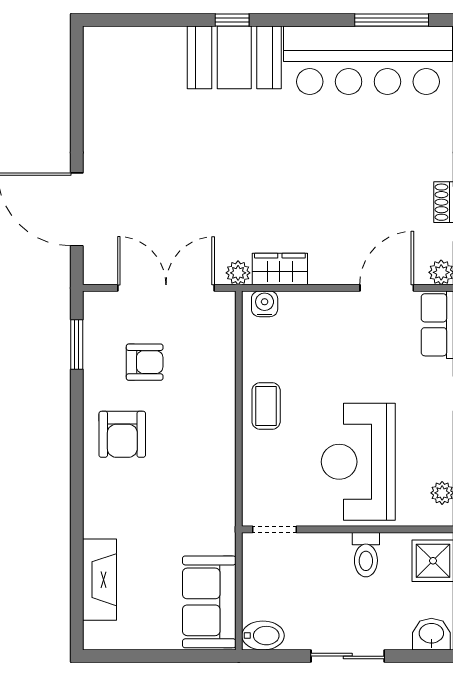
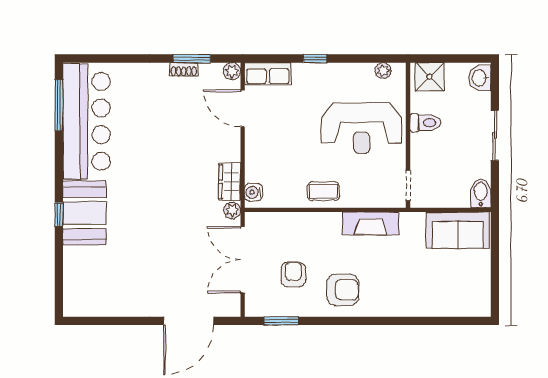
fireplace: (99, 580) -> (371, 223), moved, turned 180

